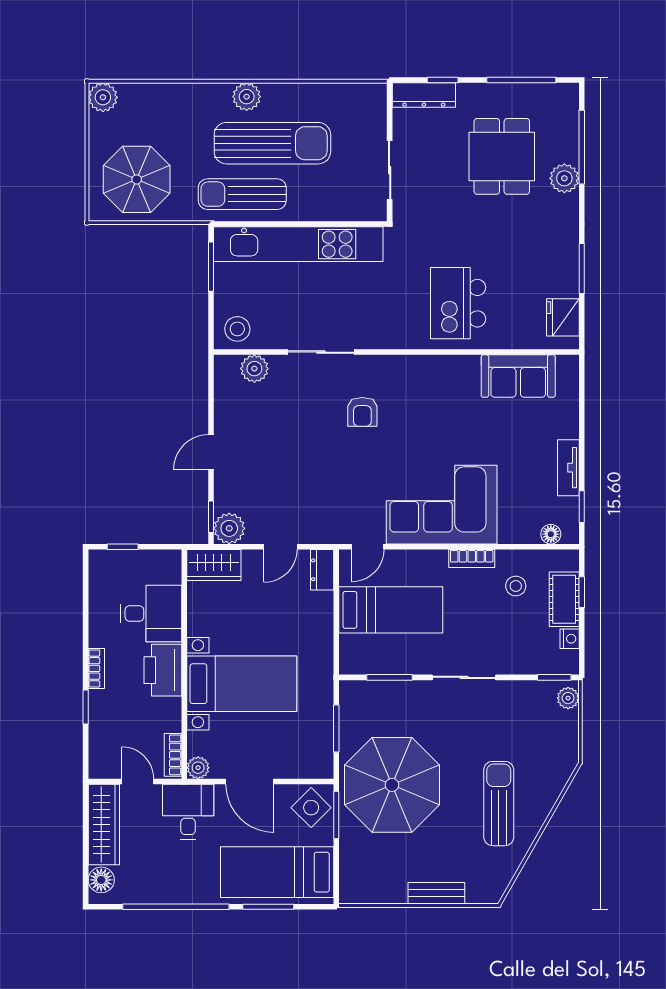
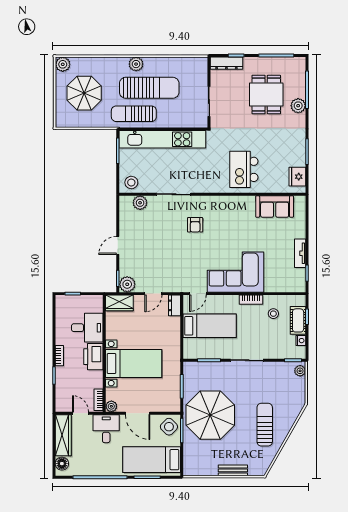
parasol: (137, 179) -> (84, 93), moved
floor lamp: (551, 534) -> (291, 287), removed

